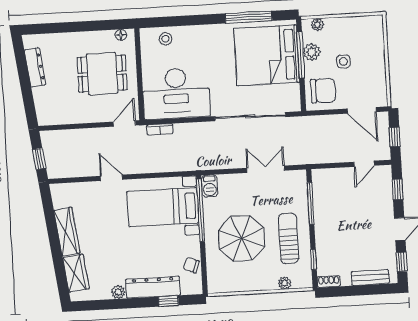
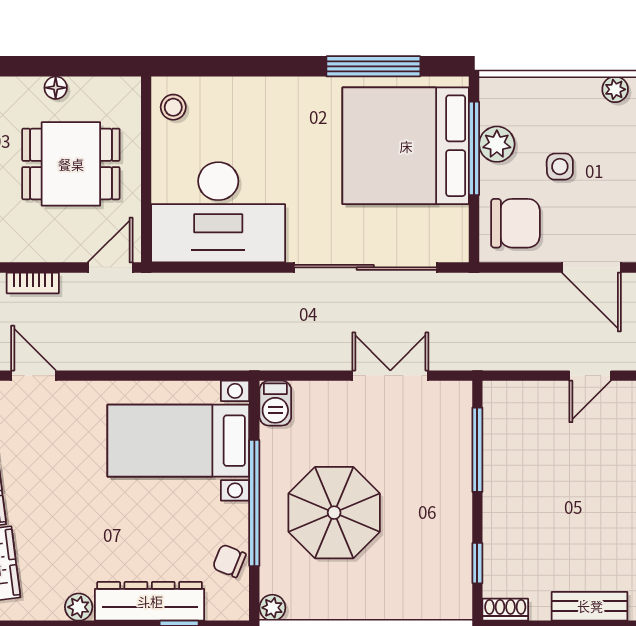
plant: (317, 25) -> (615, 89), moved
floor lamp: (121, 35) -> (56, 88), moved
stool: (166, 39) -> (173, 107), moved
bookcase: (160, 129) -> (33, 283), moved
door: (111, 178) -> (34, 376), moved
window: (201, 210) -> (254, 503), moved
sun lounger: (289, 238) -> (429, 518), removed
plant: (285, 283) -> (272, 608), moved

